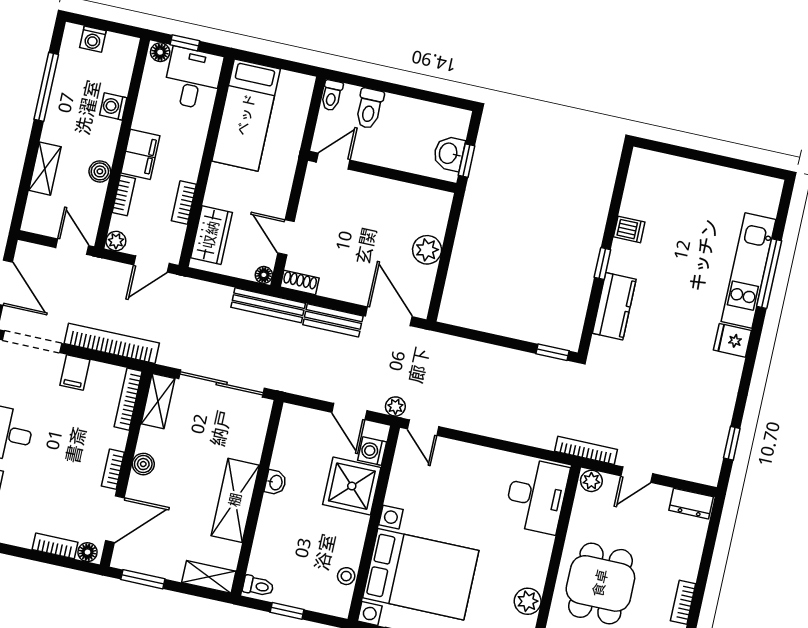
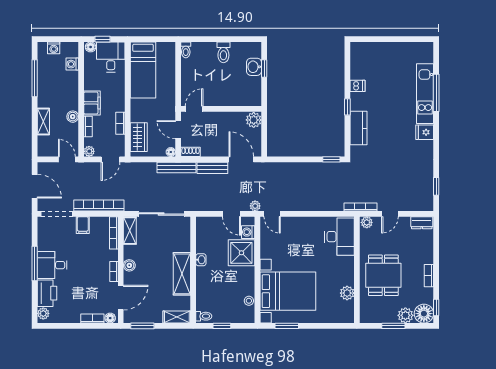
washing machine: (113, 106) -> (72, 64), moved
toilet: (369, 108) -> (223, 52), moved
door: (333, 161) -> (194, 109), moved
wall: (382, 172) -> (221, 109), moved

